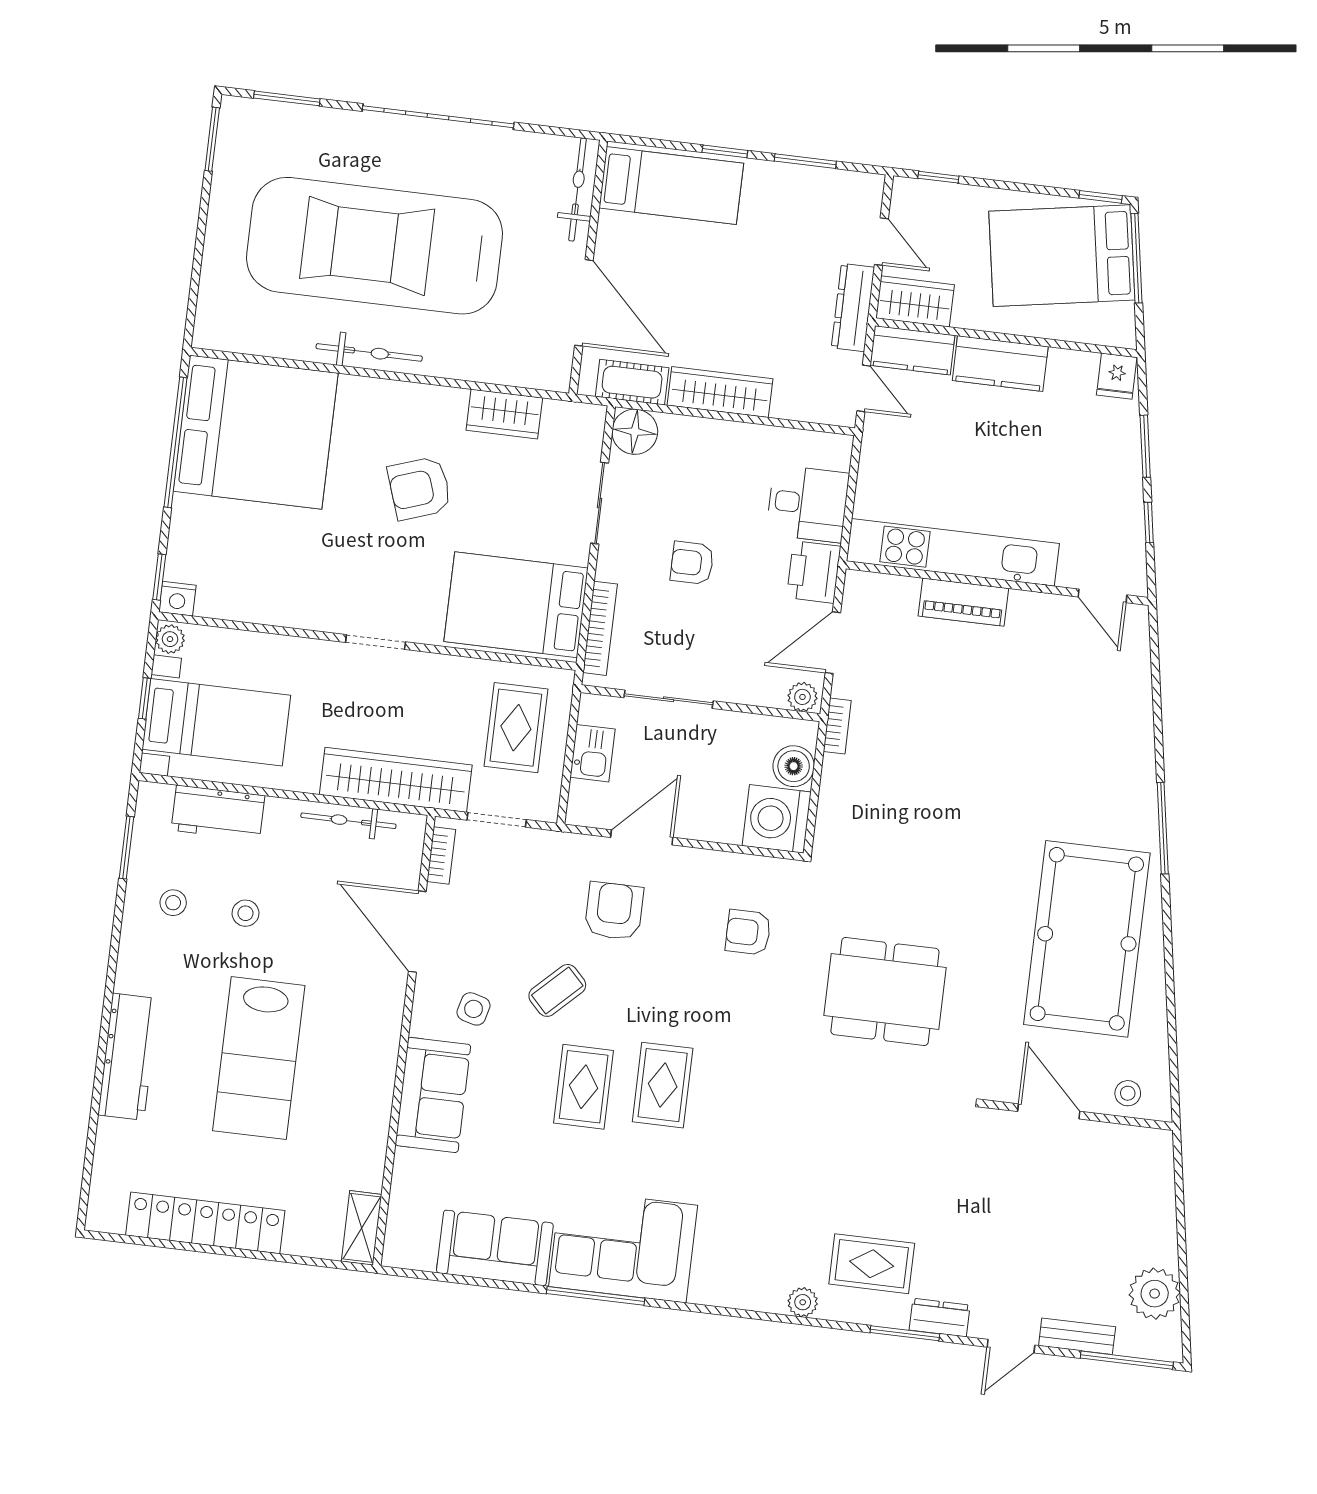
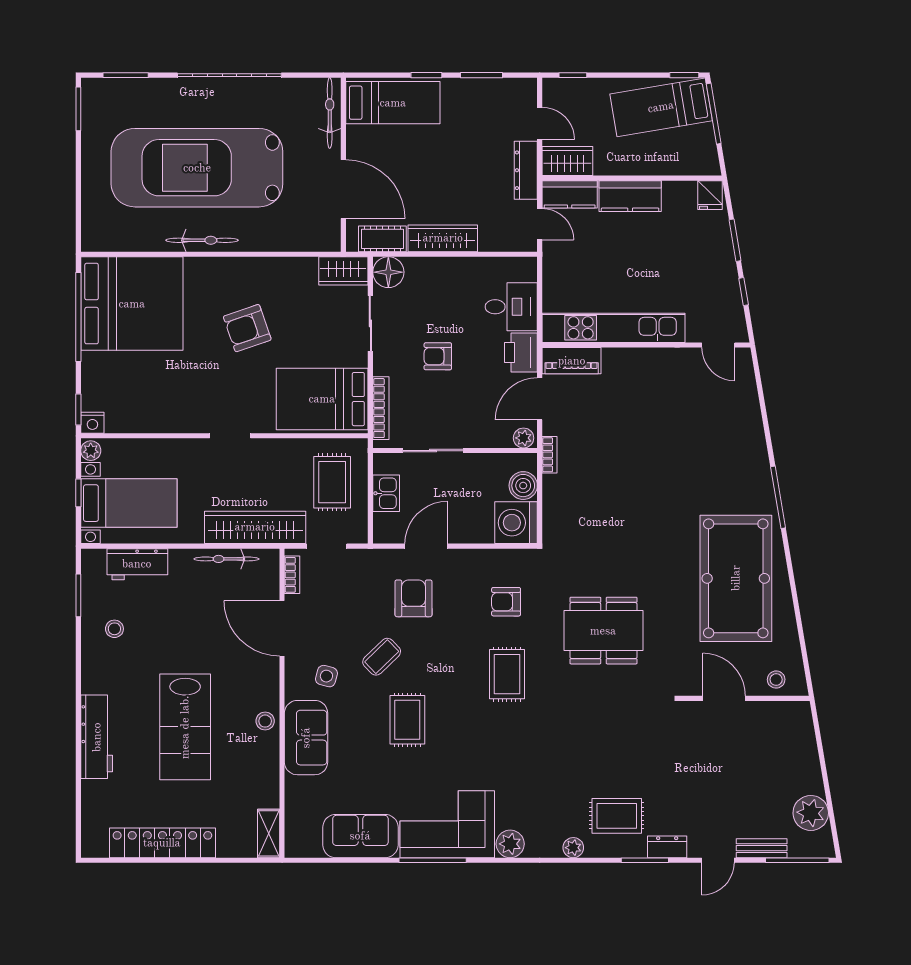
bed: (1062, 256) -> (661, 107), width x0.67
wardrobe: (504, 414) -> (343, 271), moved
piano: (963, 602) -> (572, 361), moved
stool: (246, 913) -> (265, 721), moved
rug: (663, 1085) -> (507, 674), moved
plant: (711, 1286) -> (510, 844), added

